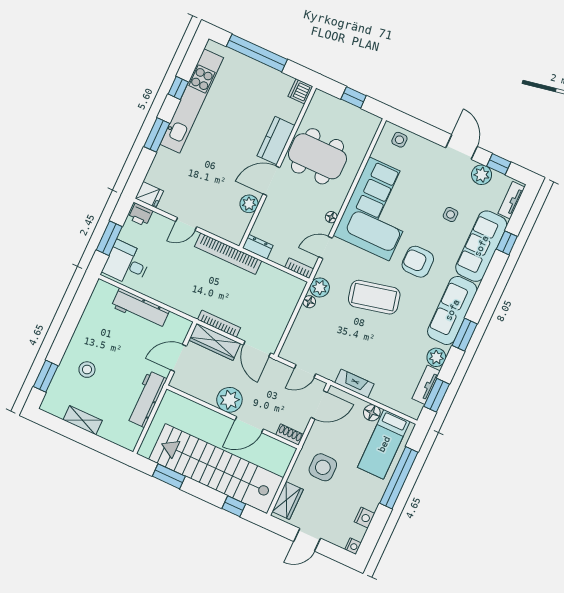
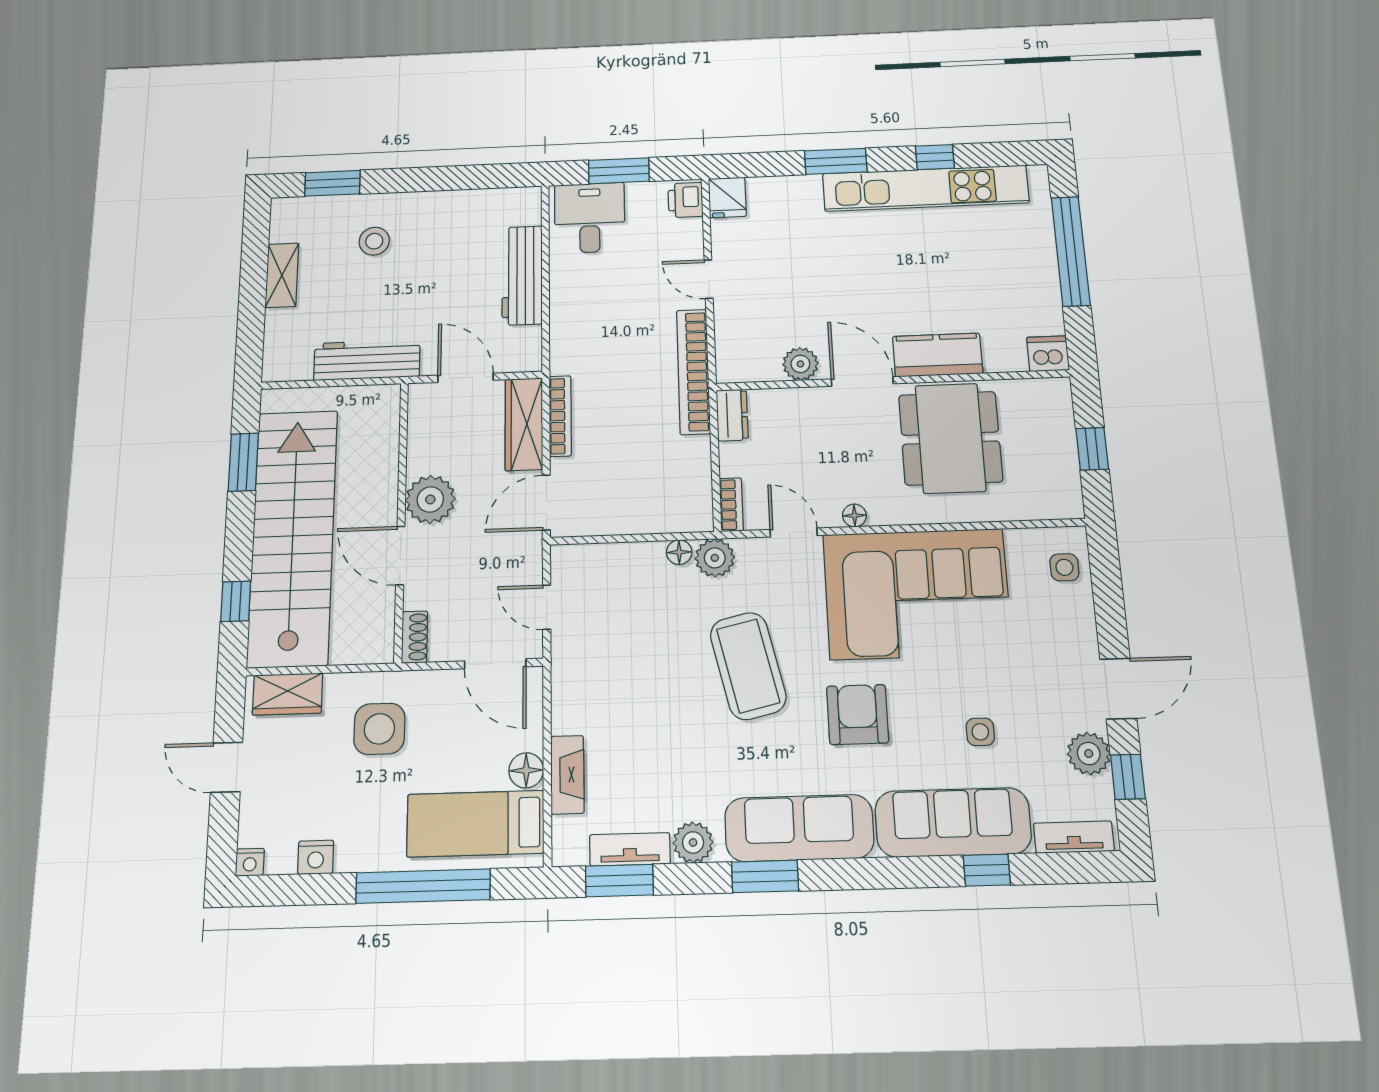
fireplace: (354, 383) -> (567, 775), moved

